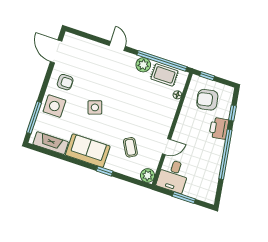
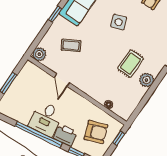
window: (162, 61) -> (145, 99), removed
rug: (164, 75) -> (131, 64), moved
armchair: (207, 100) -> (96, 132), turned 81
desk: (173, 176) -> (46, 119), moved, turned -99

